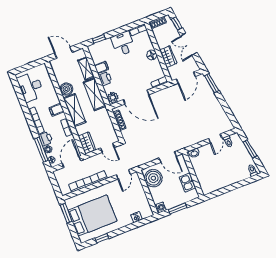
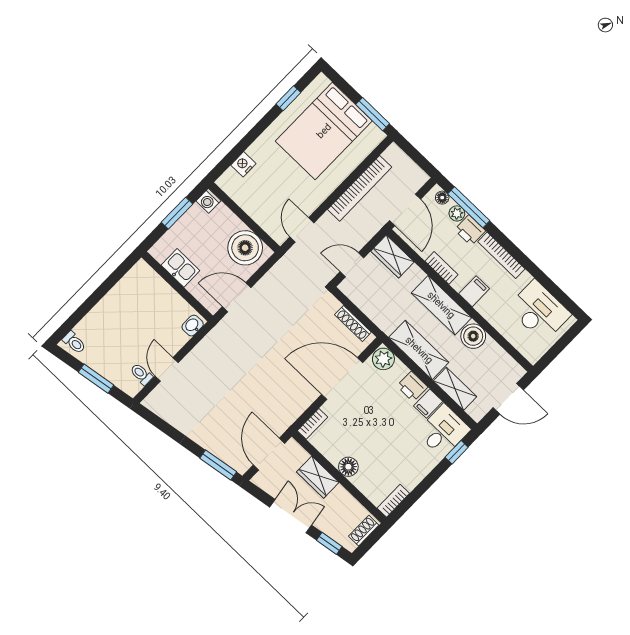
desk: (123, 43) -> (443, 431), moved, turned -90

